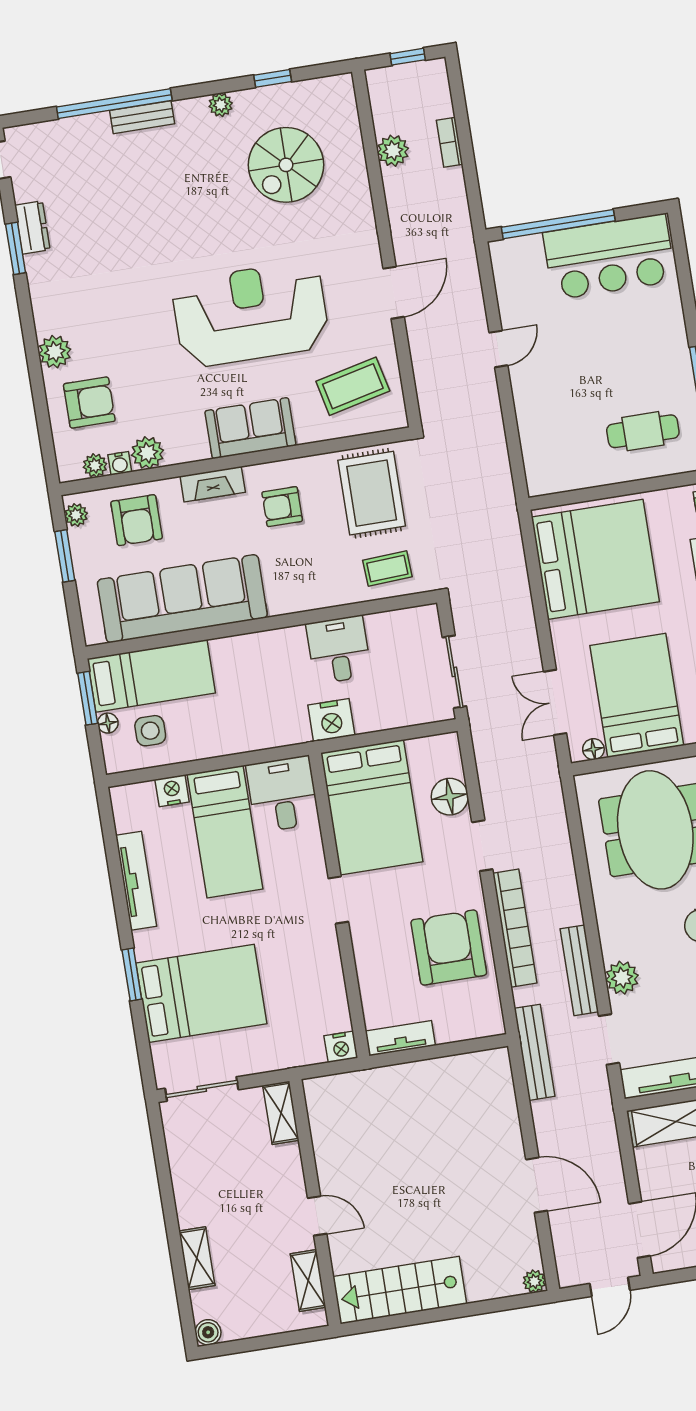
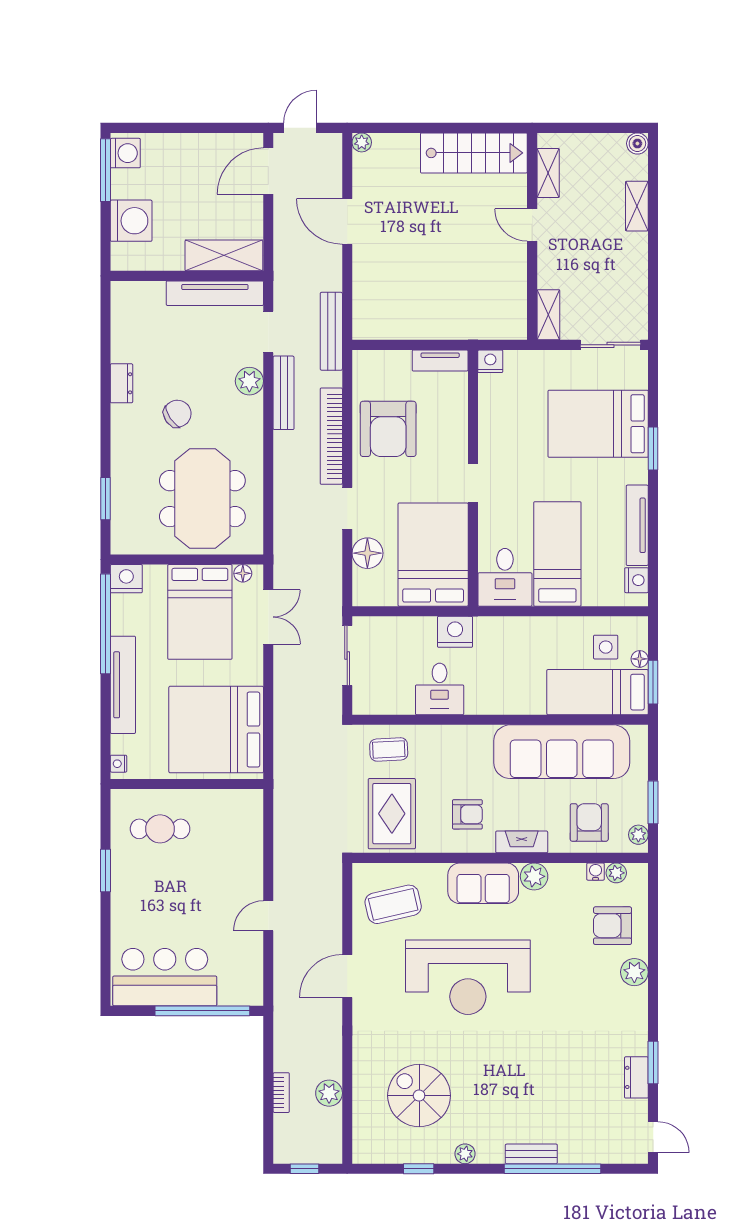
spiral stairs: (286, 165) -> (419, 1096), turned -90
plant: (148, 453) -> (534, 876), moved
nightstand: (172, 791) -> (636, 580), moved, turned -90

